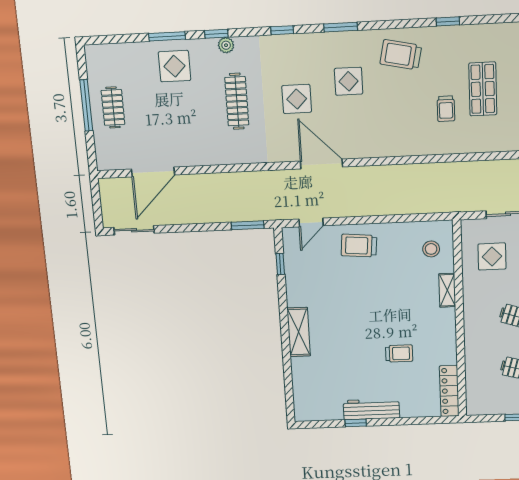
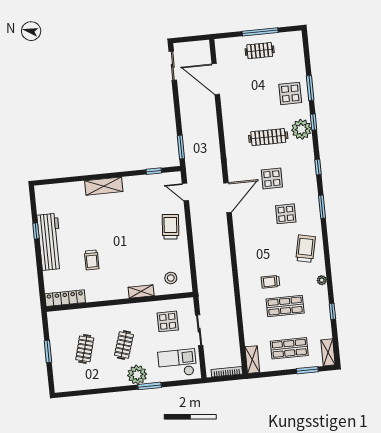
window: (448, 21) -> (332, 311), moved
plant: (449, 33) -> (322, 280), added
plant: (226, 45) -> (301, 129), width x1.87, depth x1.87
workbench: (371, 409) -> (50, 242), width x1.36, depth x1.32

